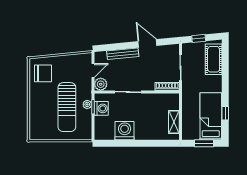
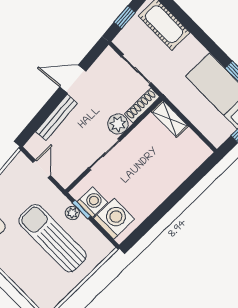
plant: (101, 84) -> (118, 124), moved
sun lounger: (67, 107) -> (53, 238), turned 180
shelving: (174, 122) -> (170, 119), moved
washing machine: (125, 131) -> (114, 219), moved, turned 90

